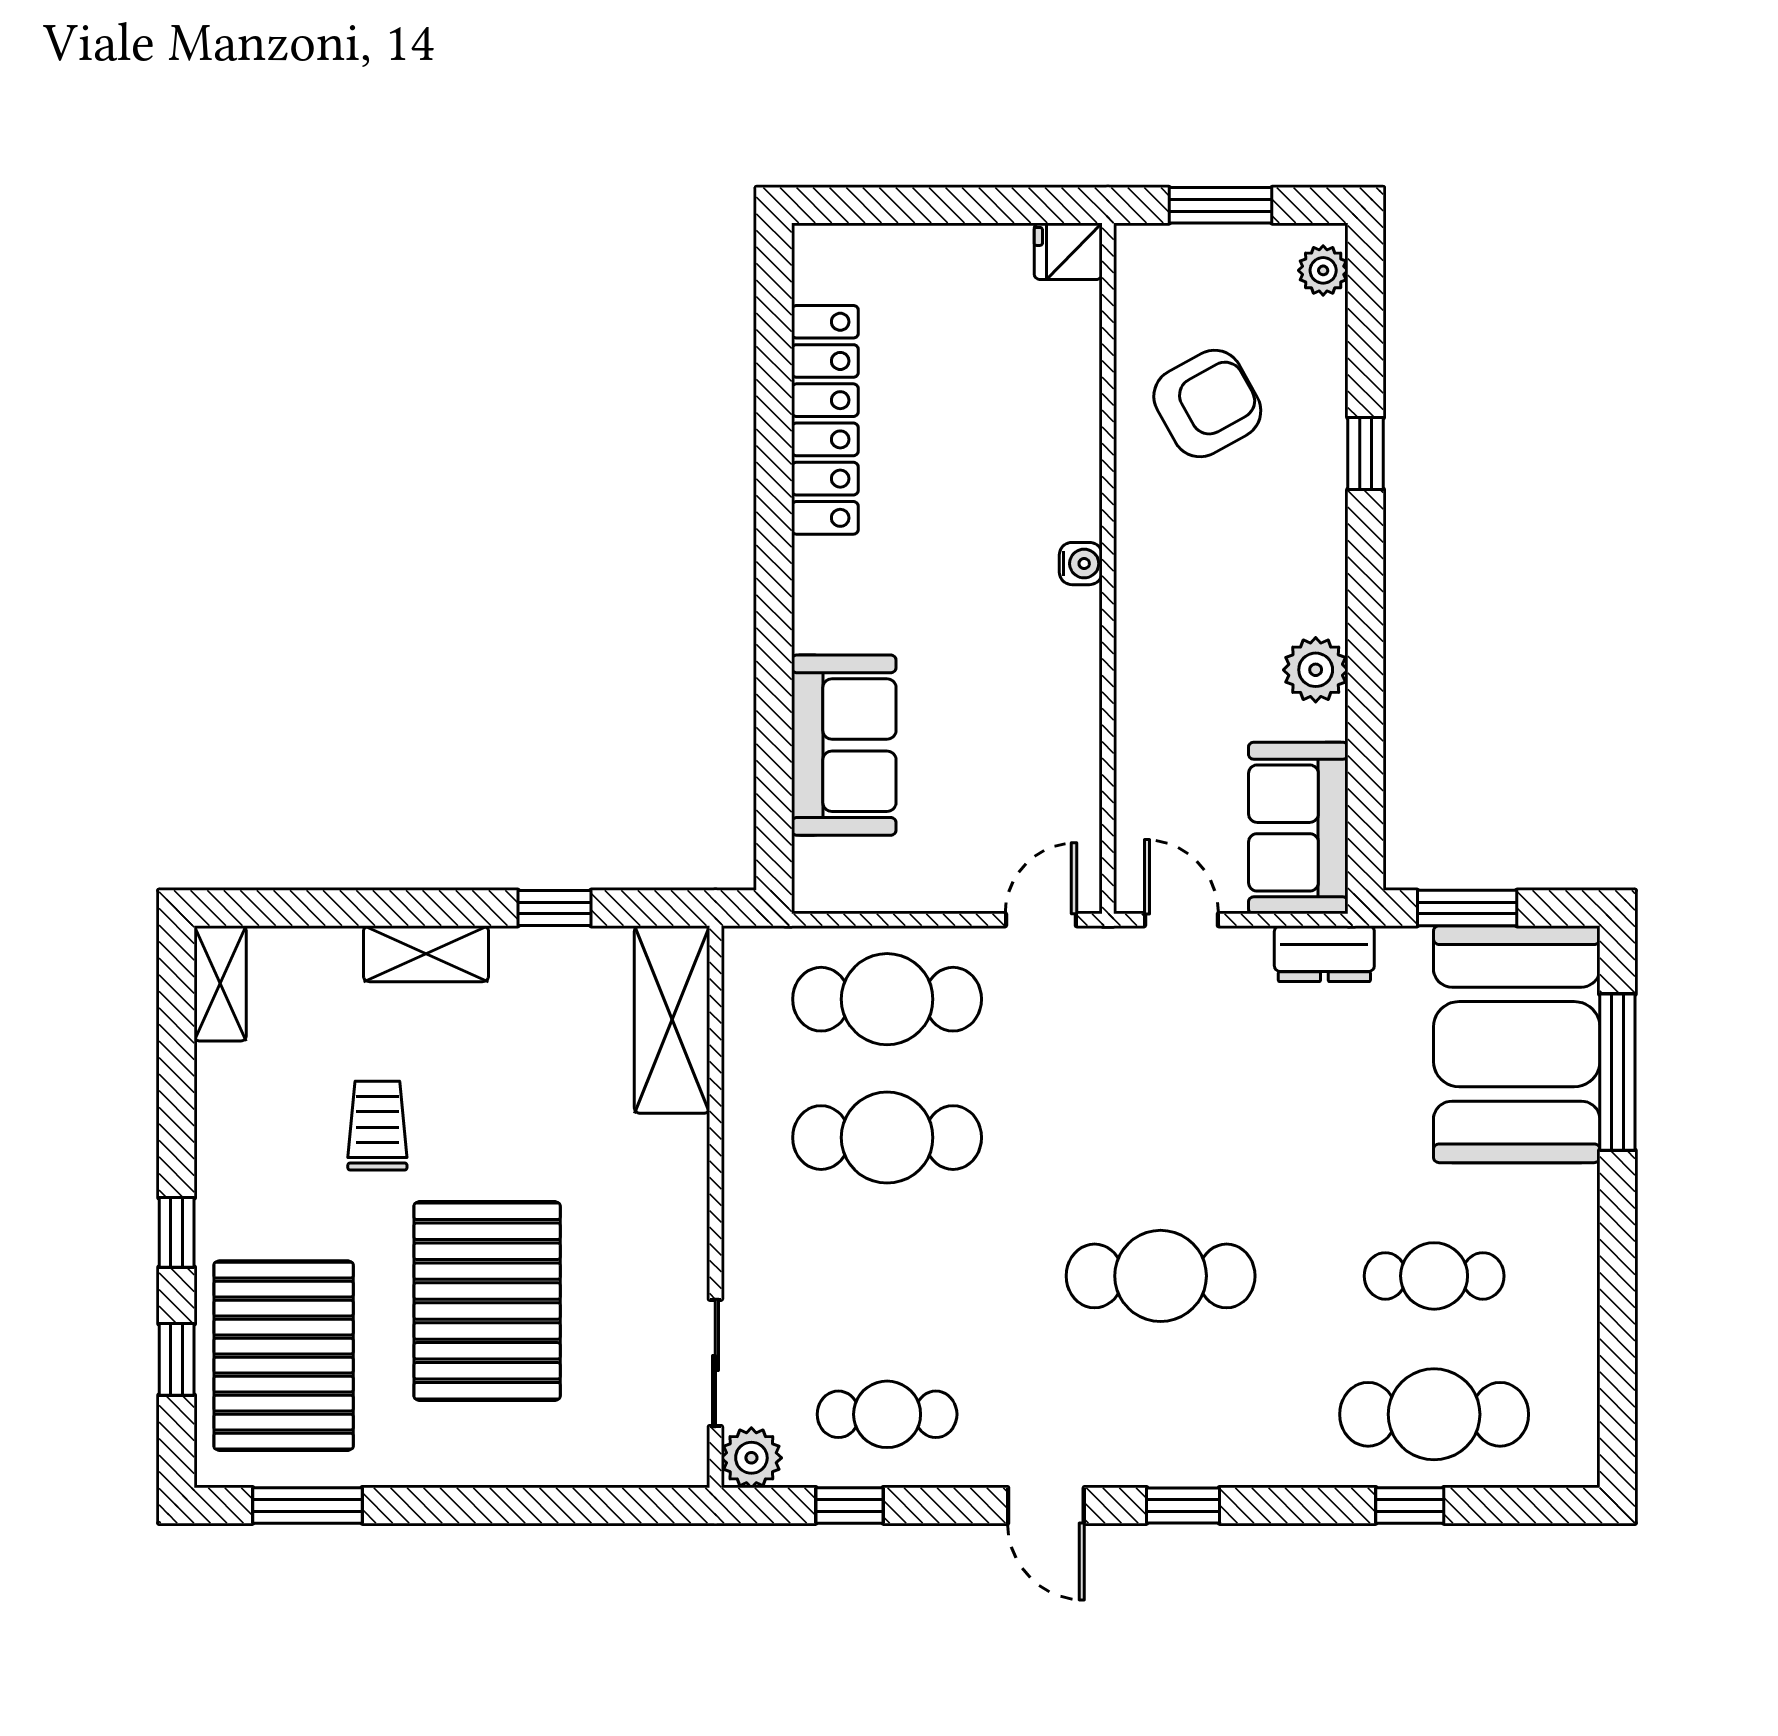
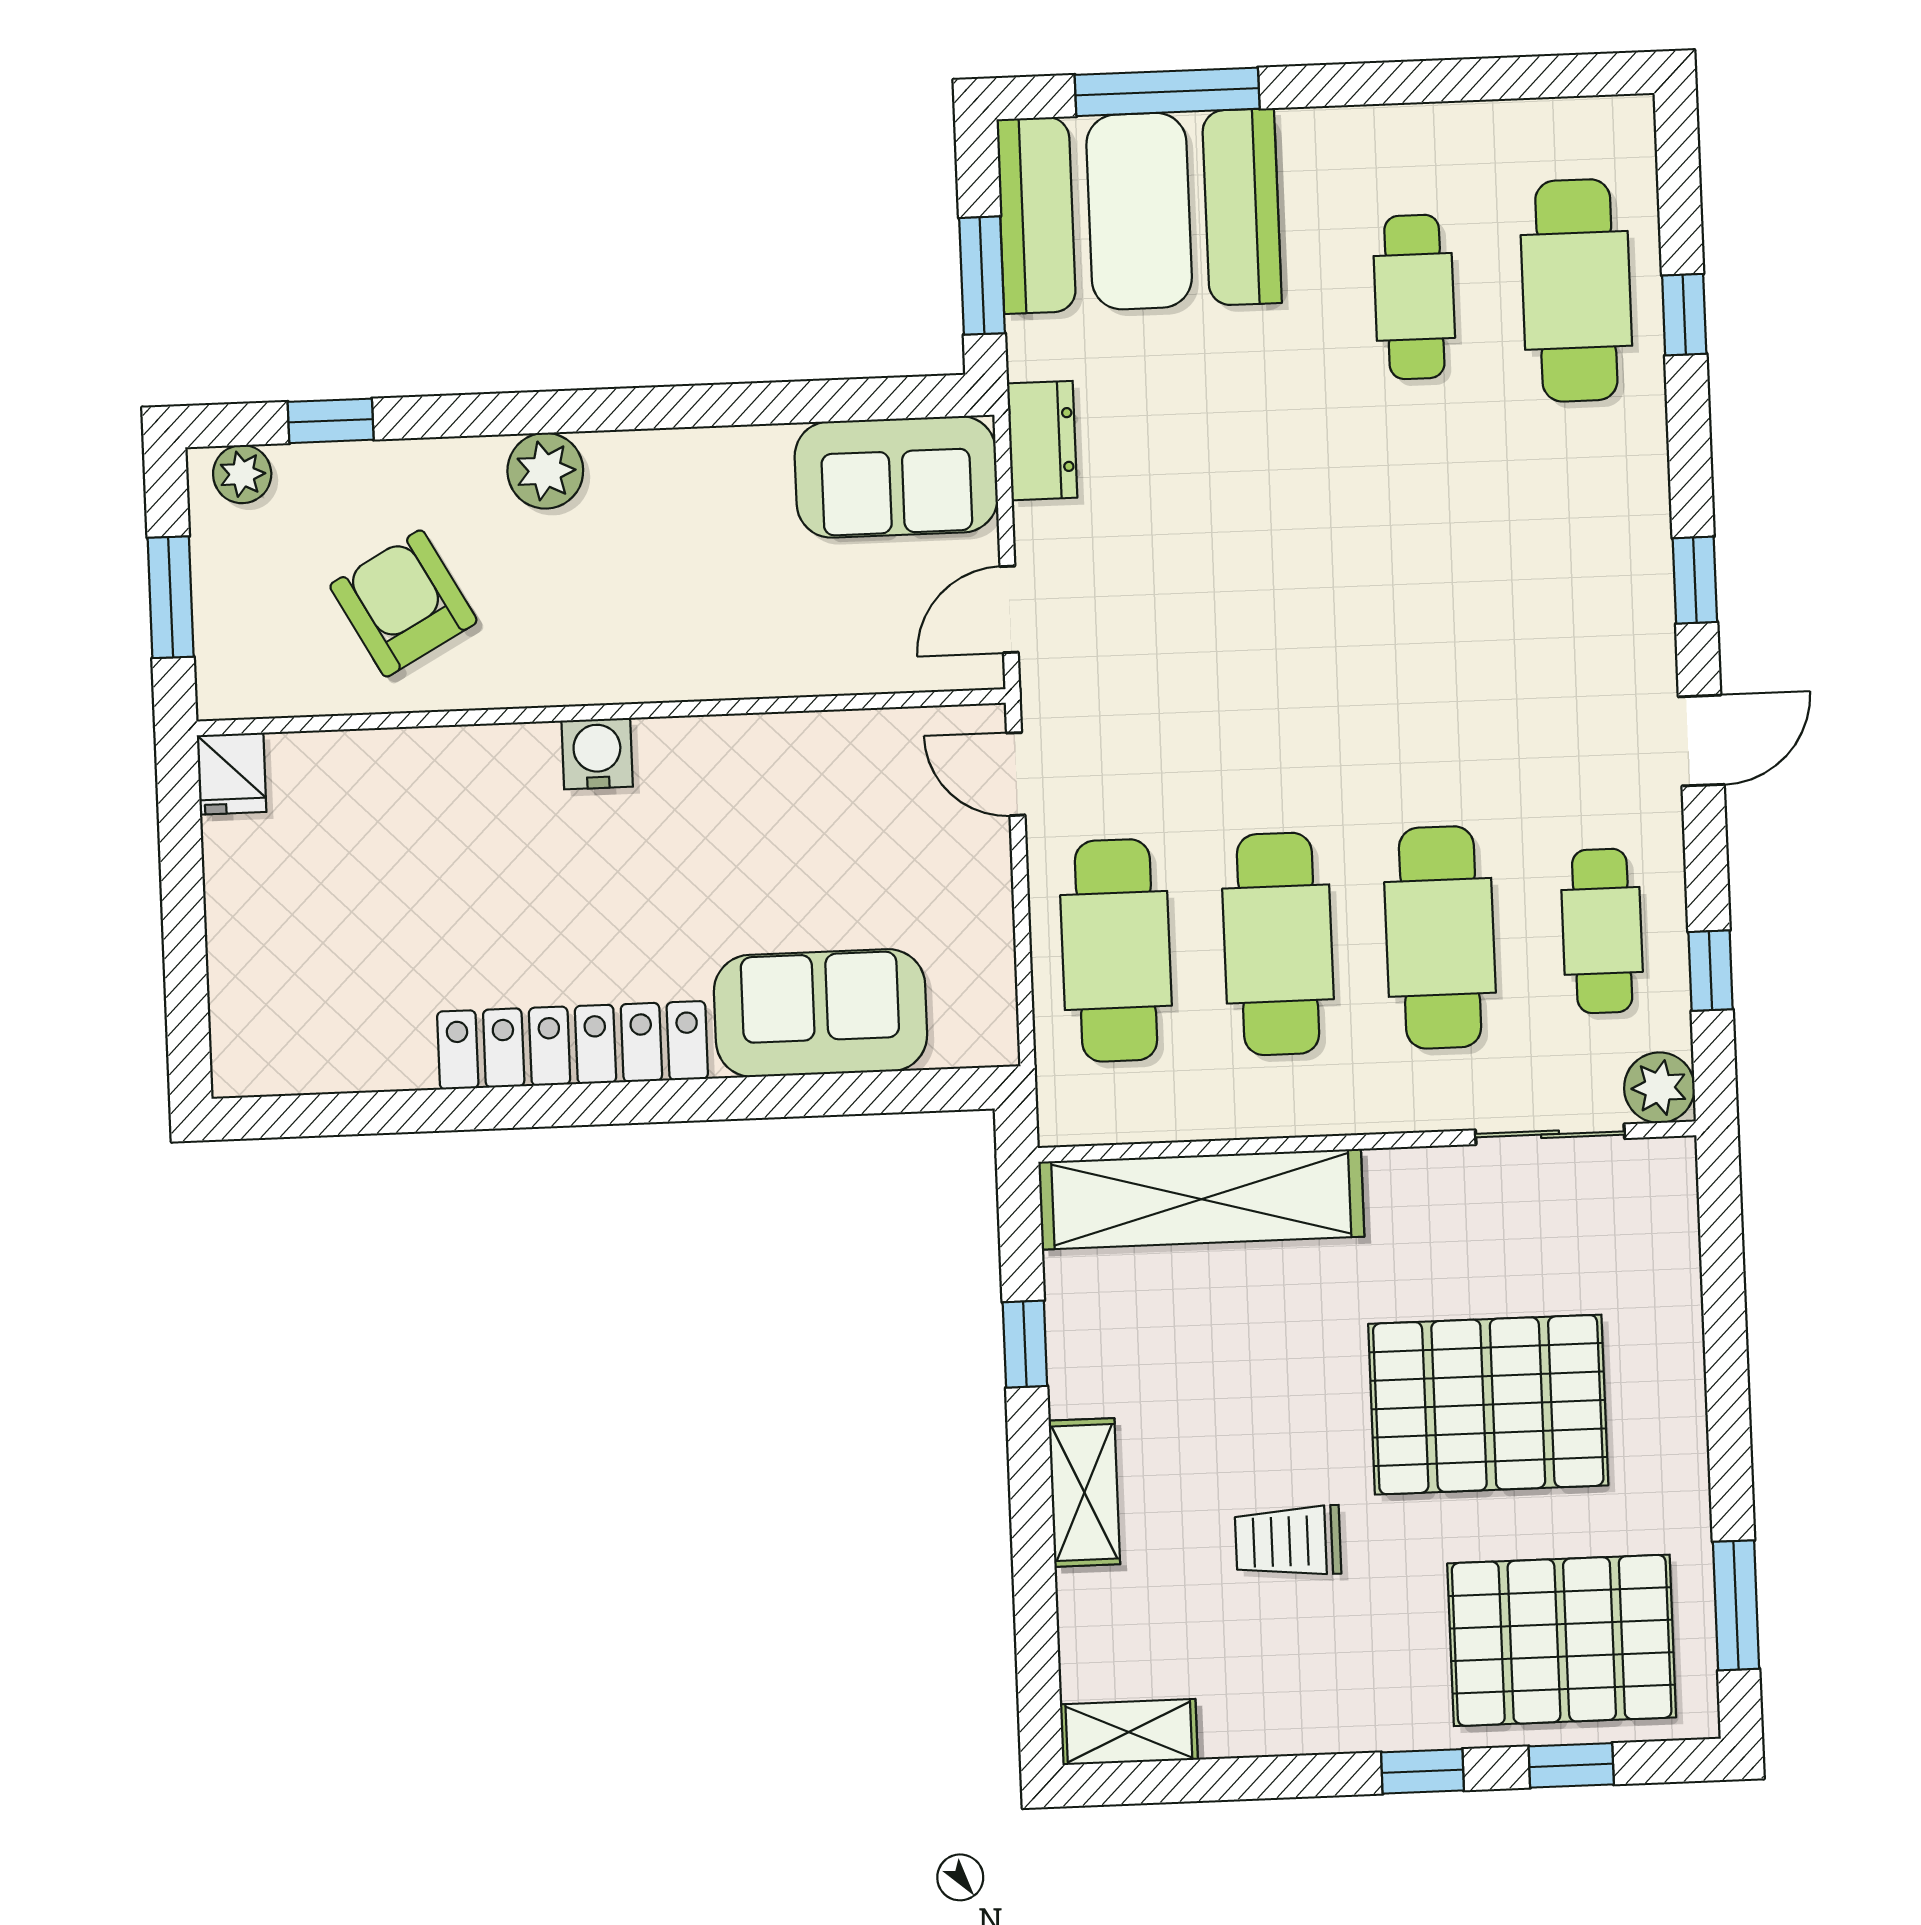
locker: (825, 420) -> (573, 1045), moved
window: (1366, 454) -> (331, 421), moved
water cooler: (1081, 564) -> (597, 754), width x1.38, depth x1.38
plant: (1316, 670) -> (545, 471), moved
shelving: (672, 1020) -> (1201, 1199), width x1.47
cafe table: (1161, 1276) -> (1440, 937), moved

